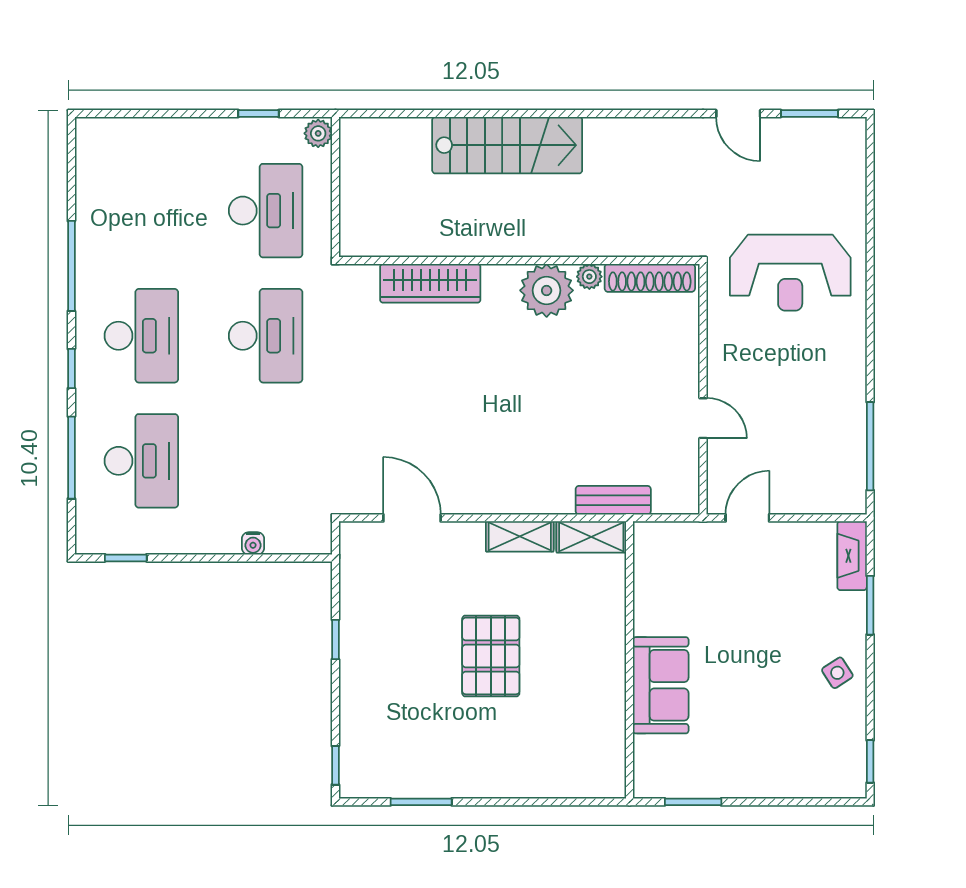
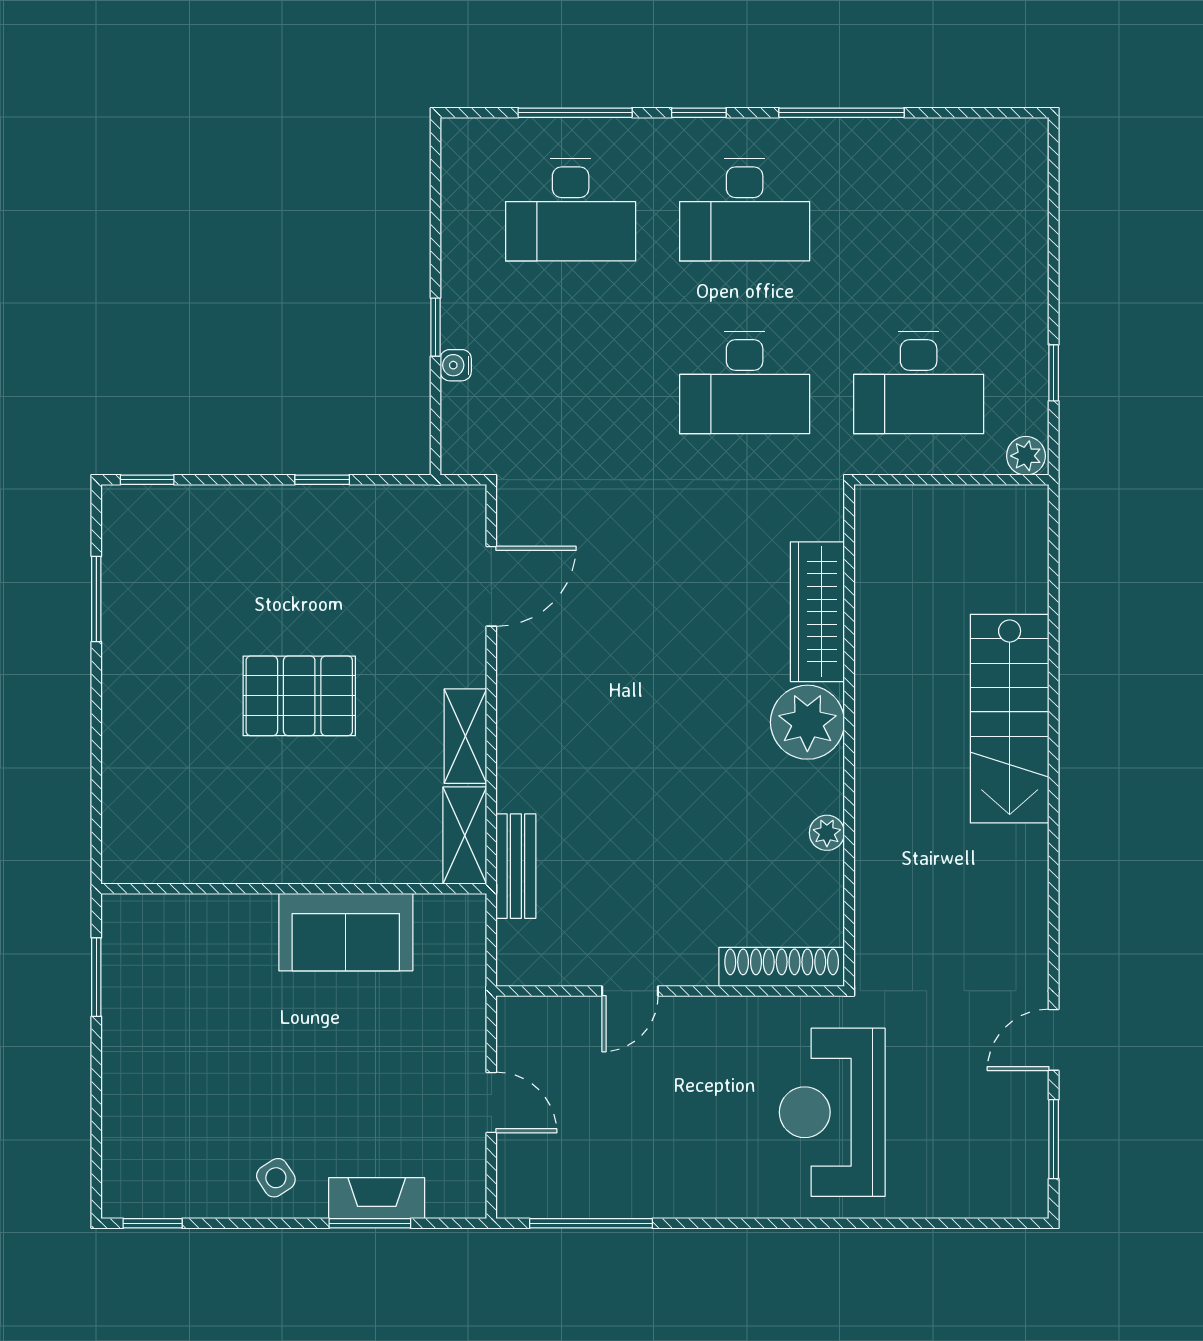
shoe rack: (650, 278) -> (782, 967), moved, turned 90
plant: (547, 290) -> (807, 722), moved
door: (747, 518) -> (491, 1102), moved
fireplace: (852, 556) -> (377, 1198), moved
window: (126, 558) -> (436, 327), moved
sofa: (661, 685) -> (346, 932), moved

